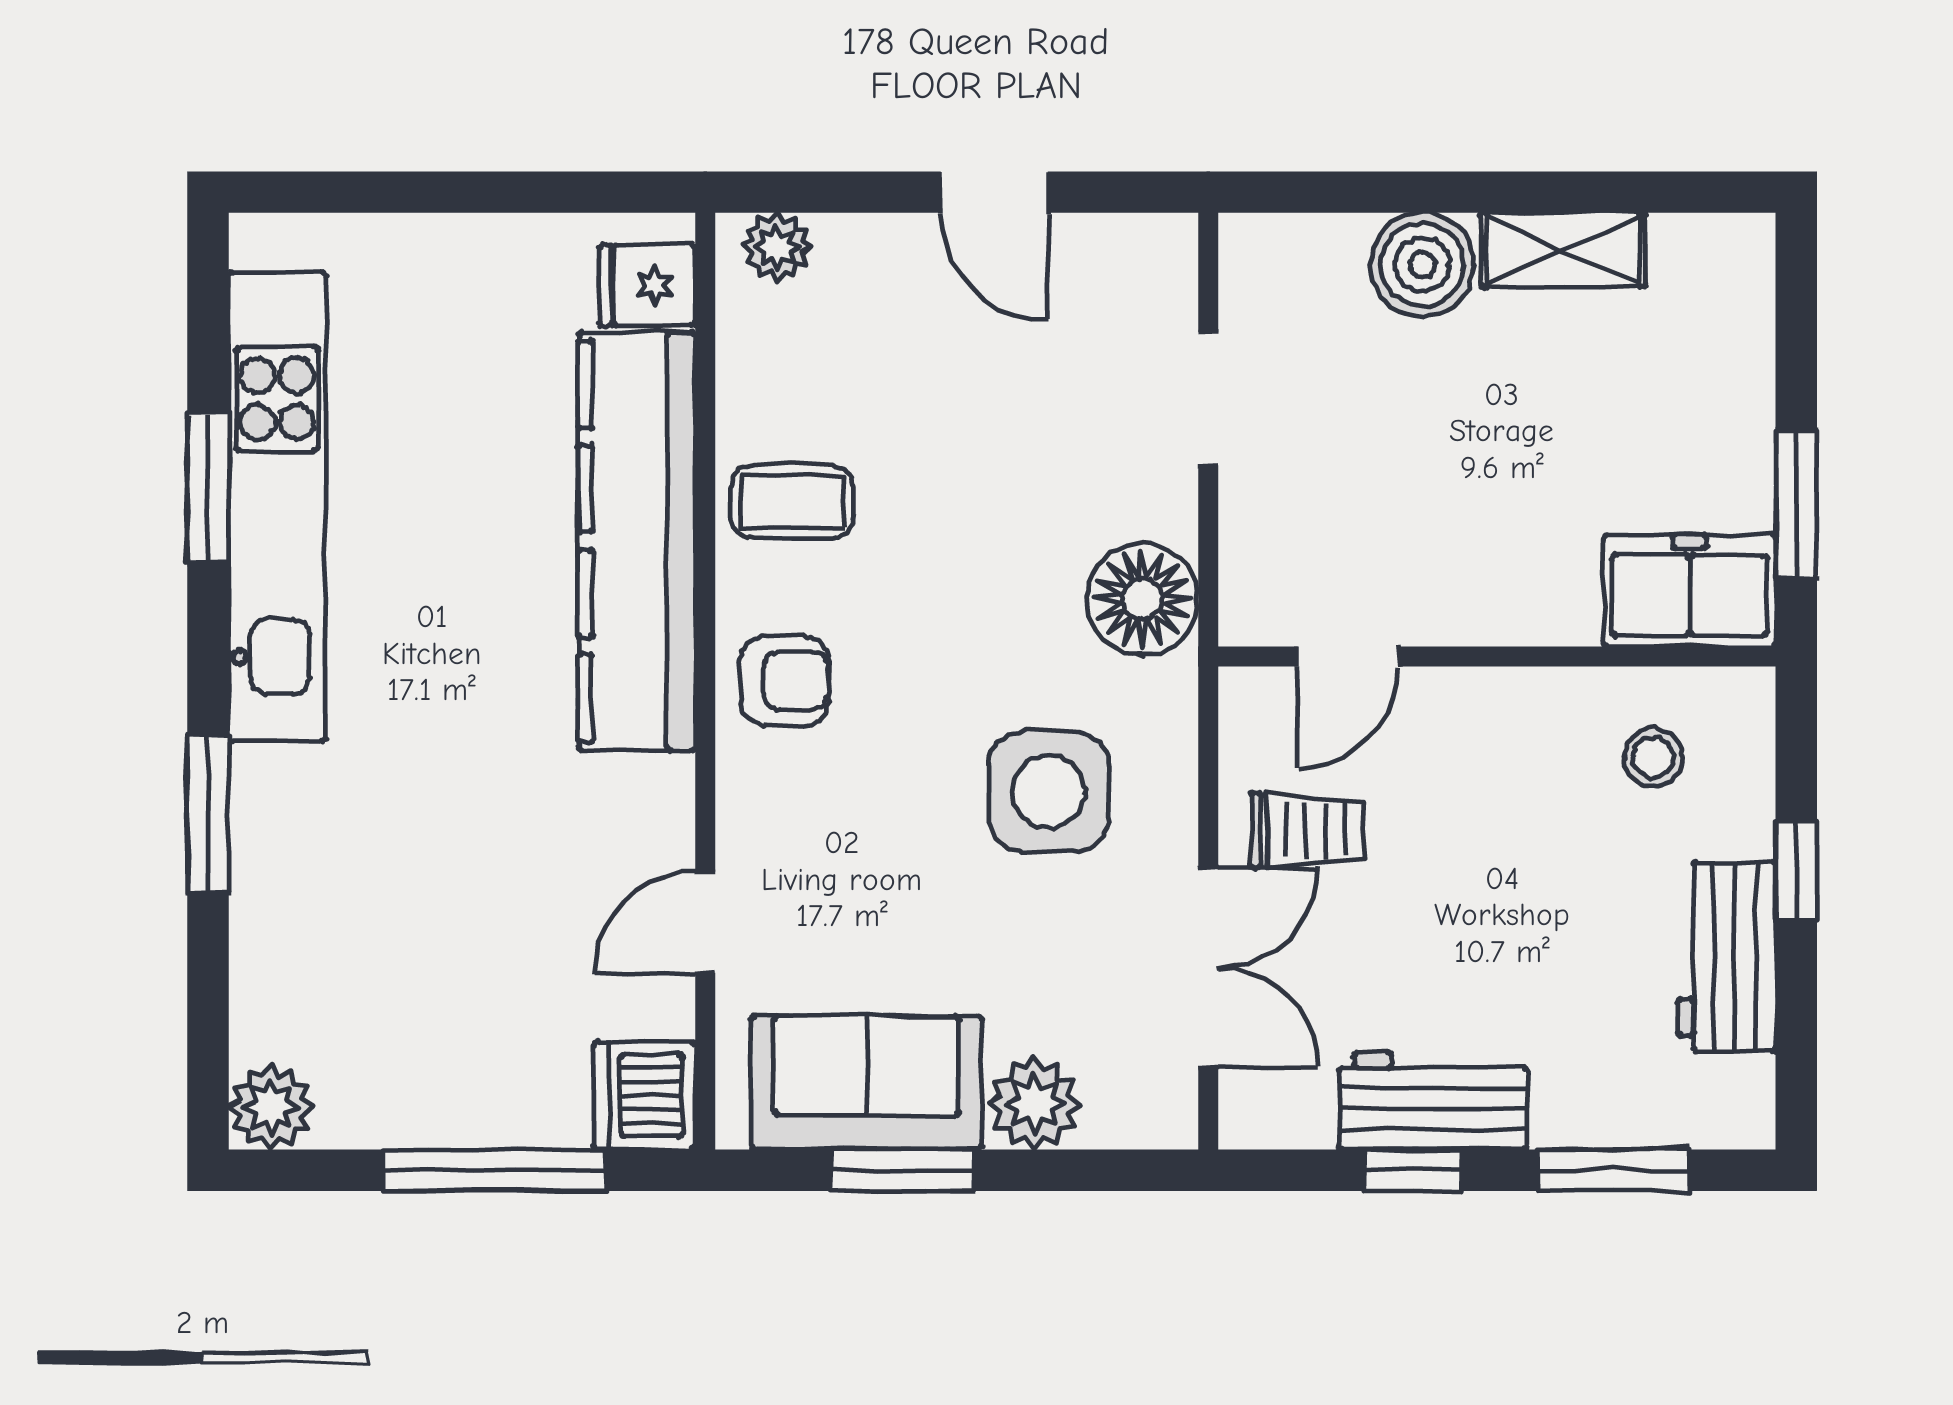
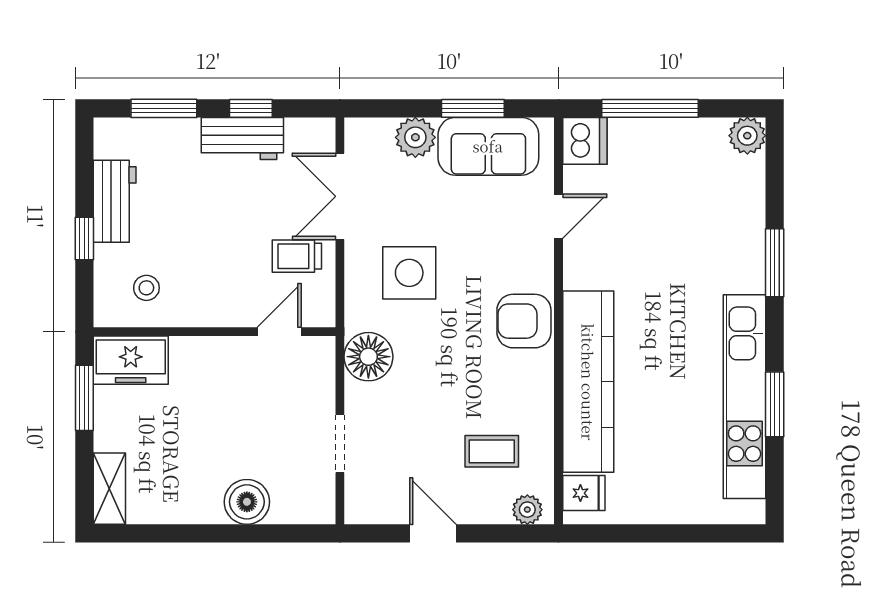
shelving: (1563, 250) -> (109, 489), moved, turned 90
coffee table: (792, 502) -> (492, 451), moved
armchair: (785, 681) -> (524, 321), width x1.38, depth x1.38

